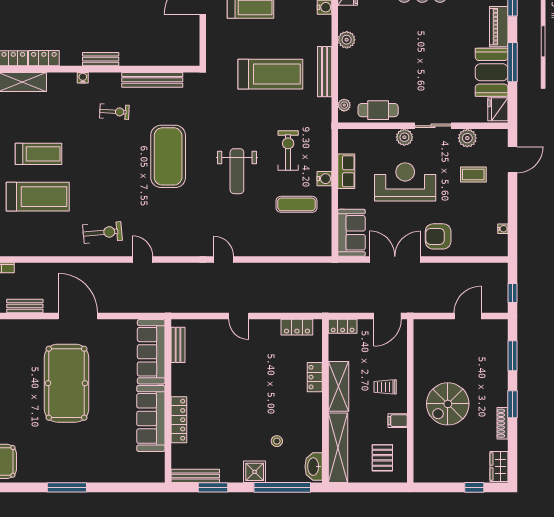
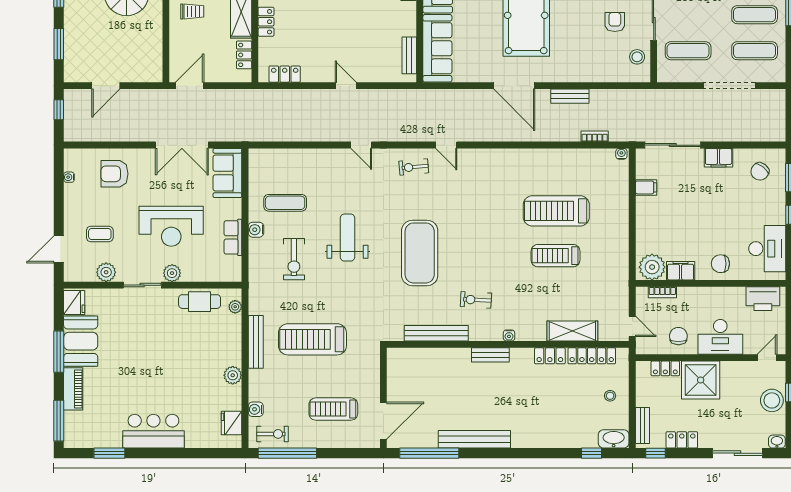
exercise bike: (102, 233) -> (414, 167), moved, width x0.73, depth x0.72
armchair: (438, 236) -> (114, 174), moved, turned 180
locker: (343, 326) -> (244, 55), moved, turned -90

